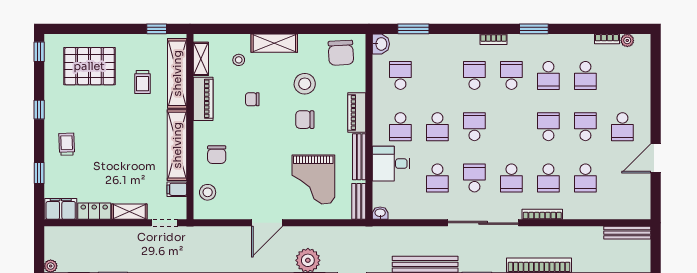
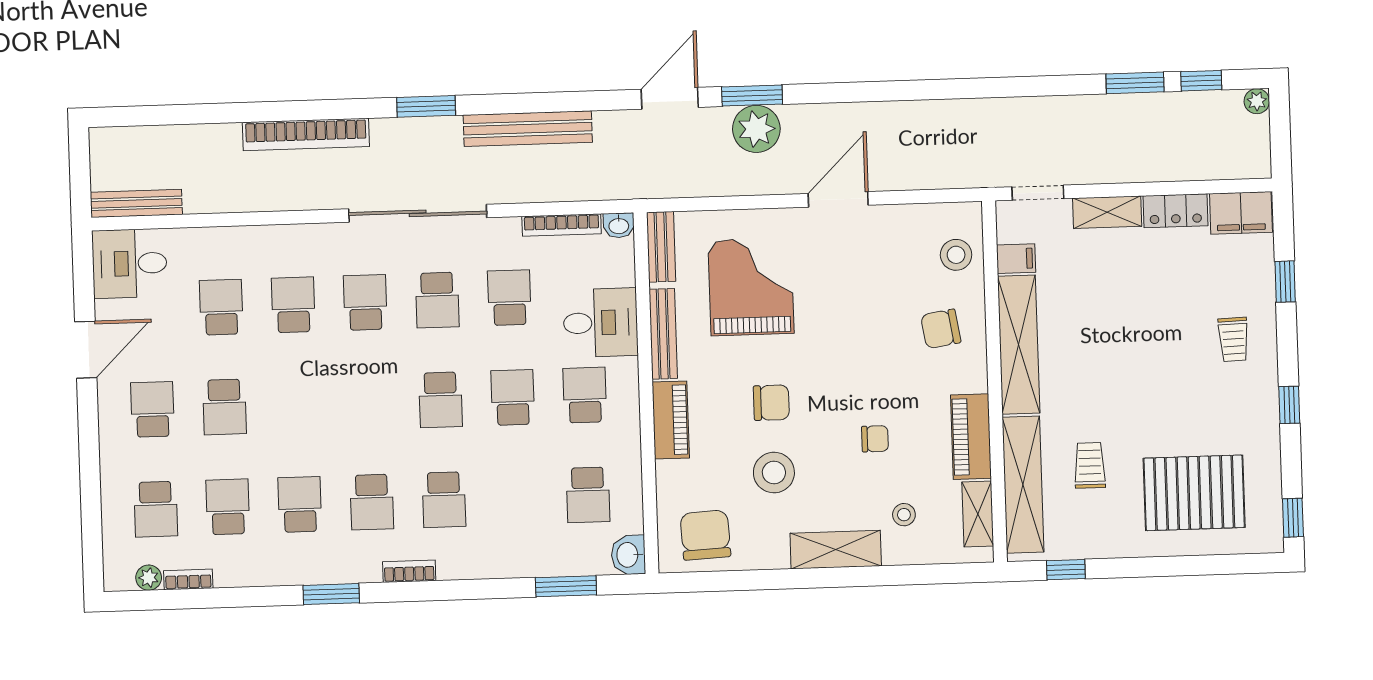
school desk: (548, 127) -> (156, 509), moved
chair: (217, 155) -> (941, 329), turned -99
desk: (632, 202) -> (130, 263), added
bookcase: (542, 214) -> (562, 225), moved

